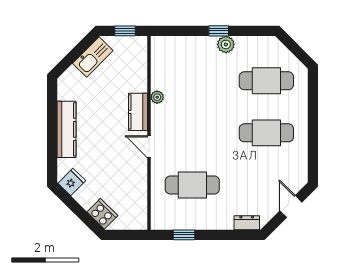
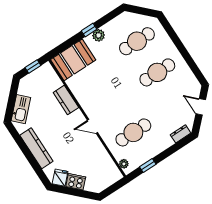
booth: (177, 54) -> (73, 60), added
kitchen sink: (93, 57) -> (21, 109), moved
plant: (157, 97) -> (124, 164), moved
kitchen counter: (138, 112) -> (66, 100), moved
cooker: (102, 214) -> (76, 182), moved

